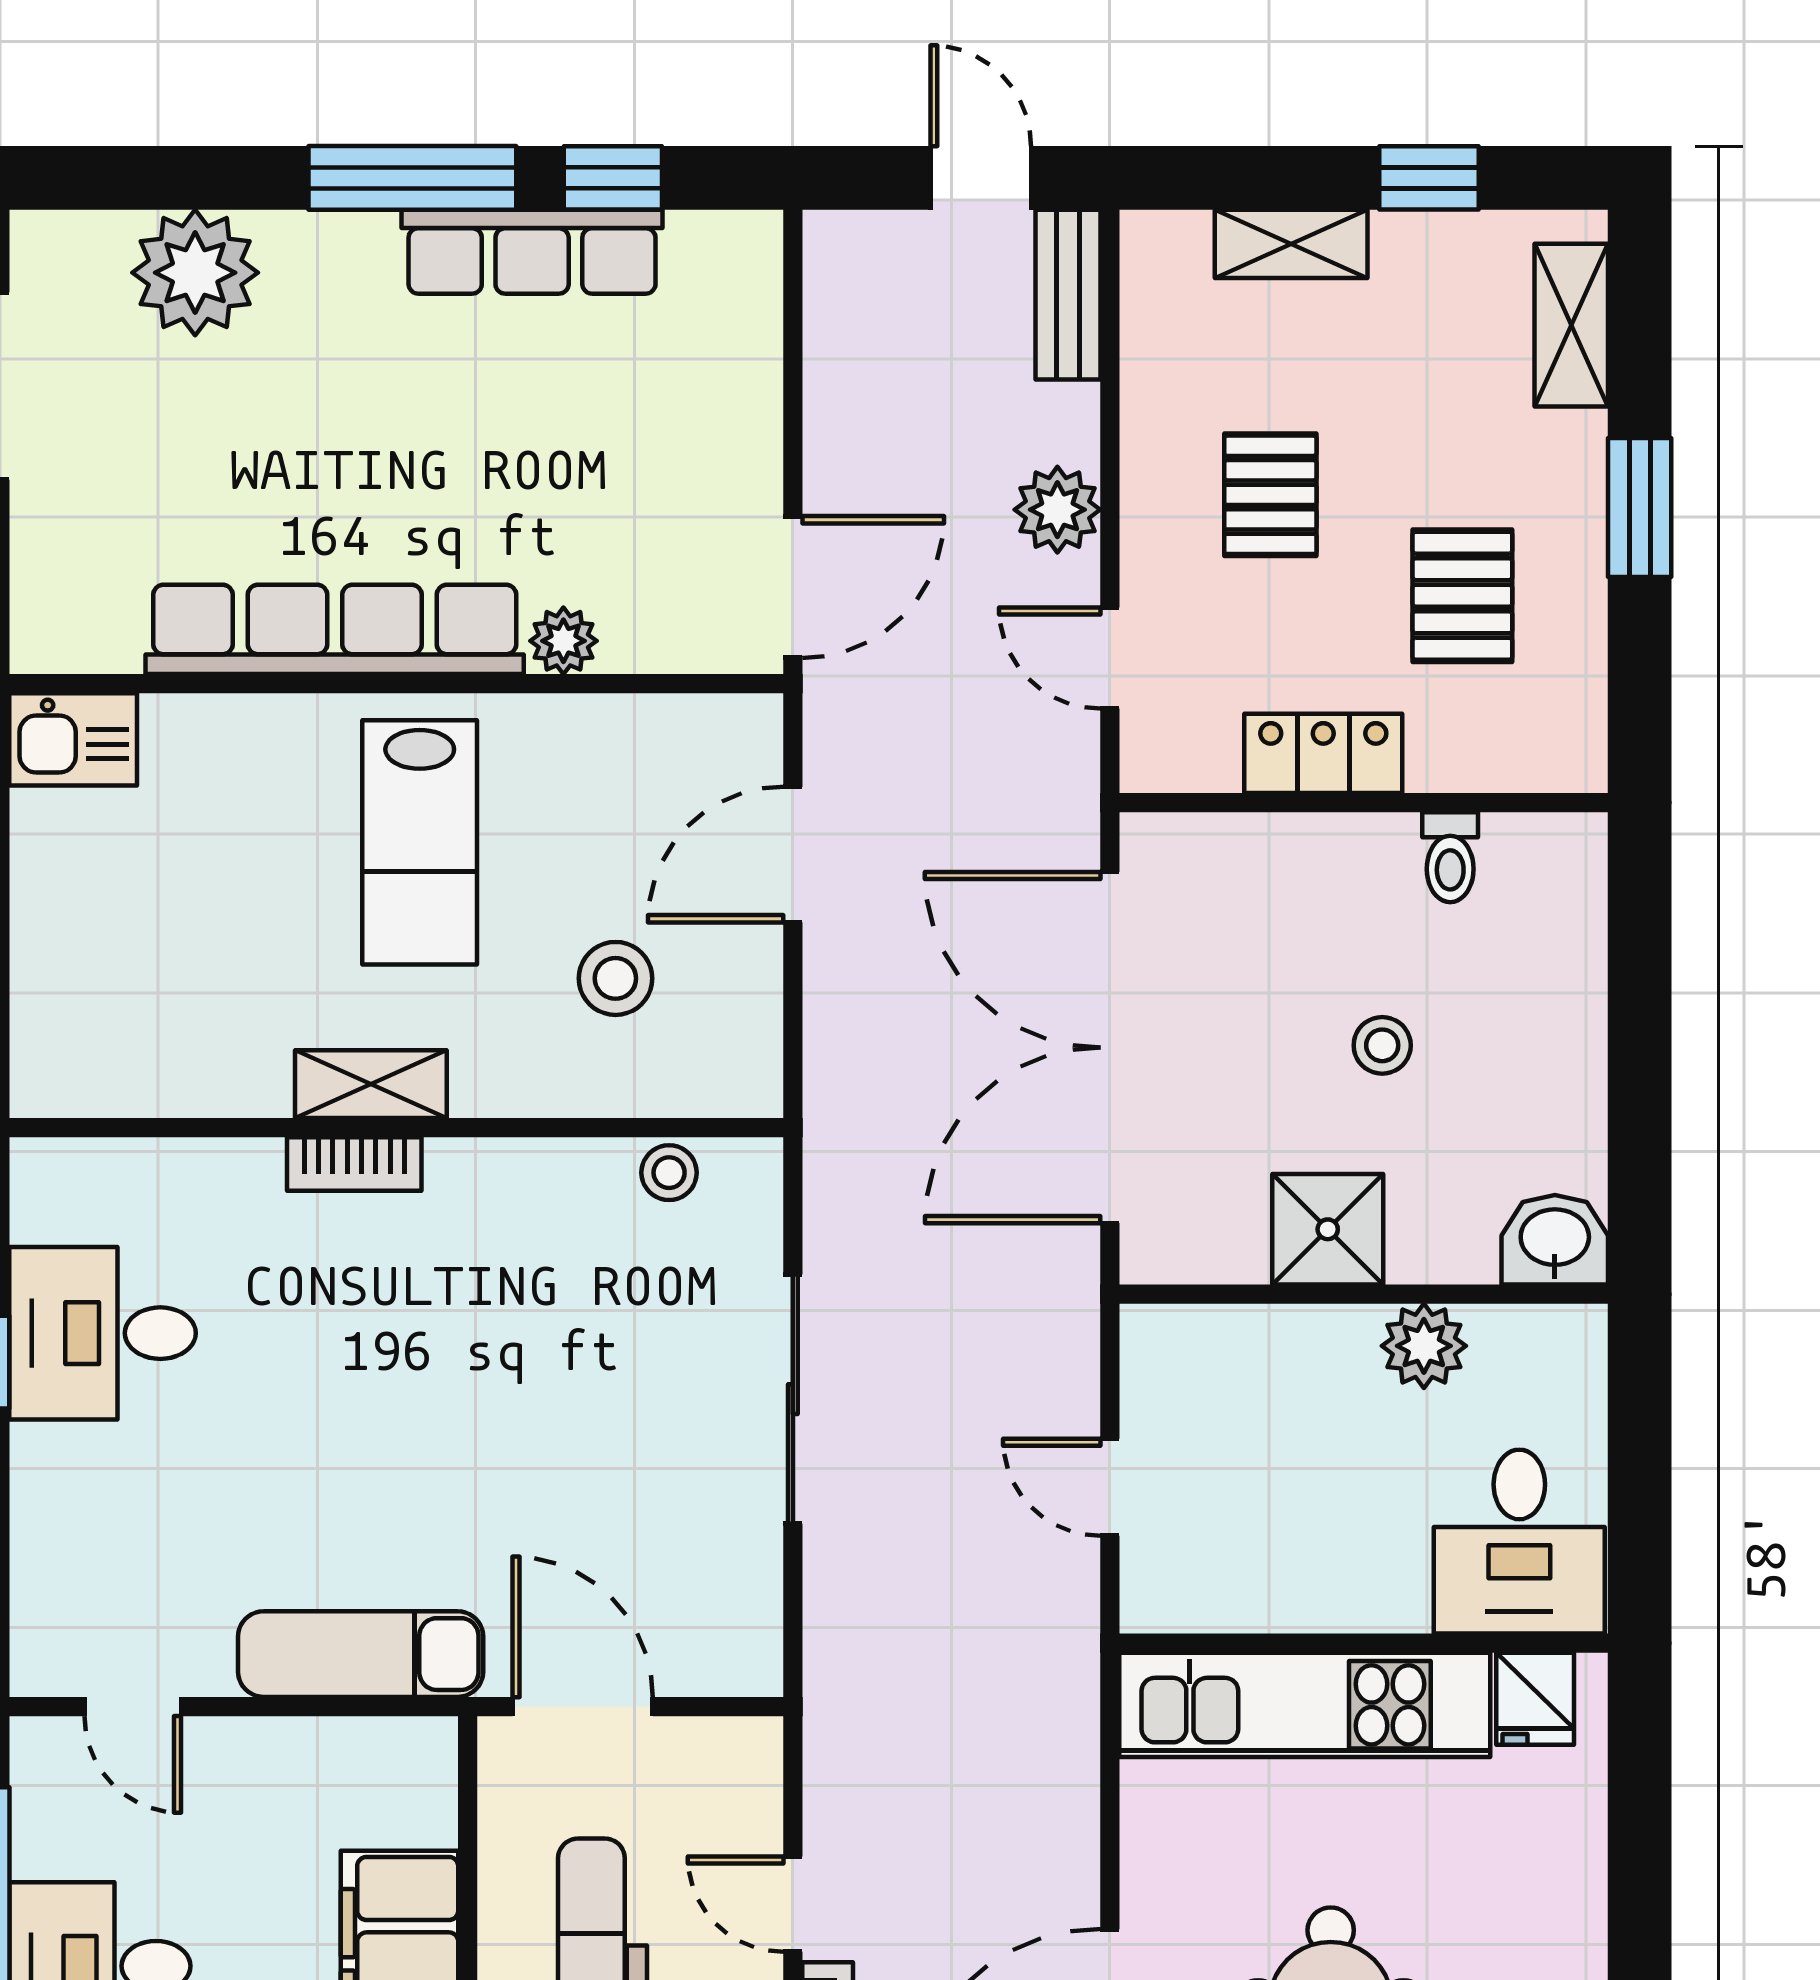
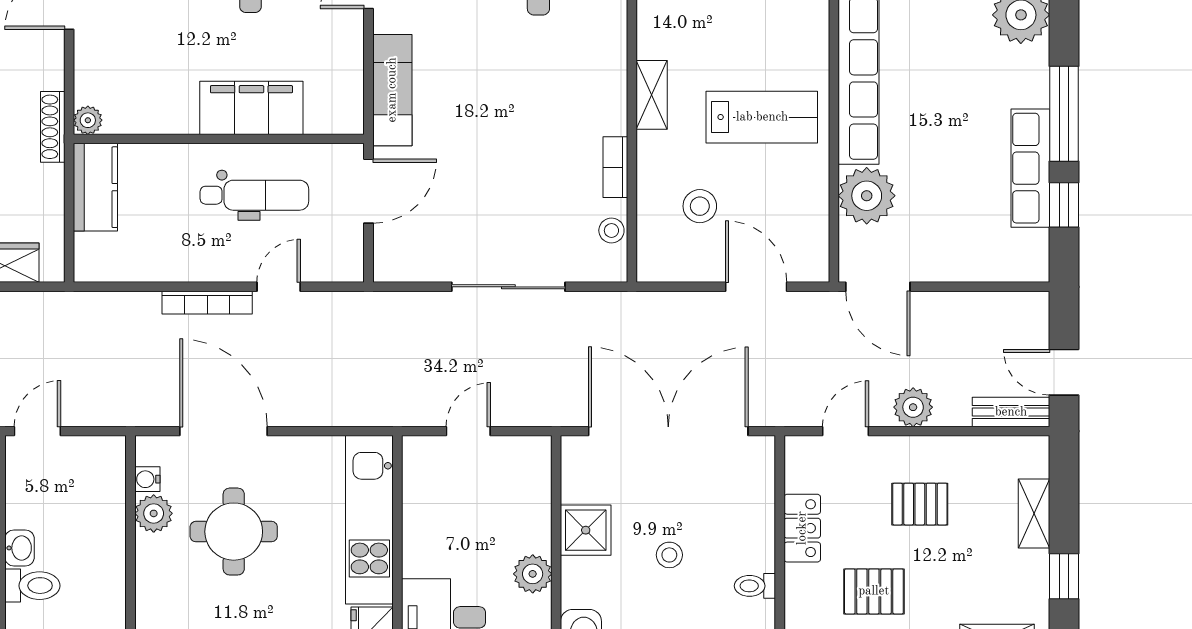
door: (981, 178) -> (1064, 372), swing flipped
plant: (563, 641) -> (867, 196), width x1.88, depth x1.88
lab bench: (420, 842) -> (762, 117), turned 180
bookcase: (354, 1164) -> (615, 167), moved

